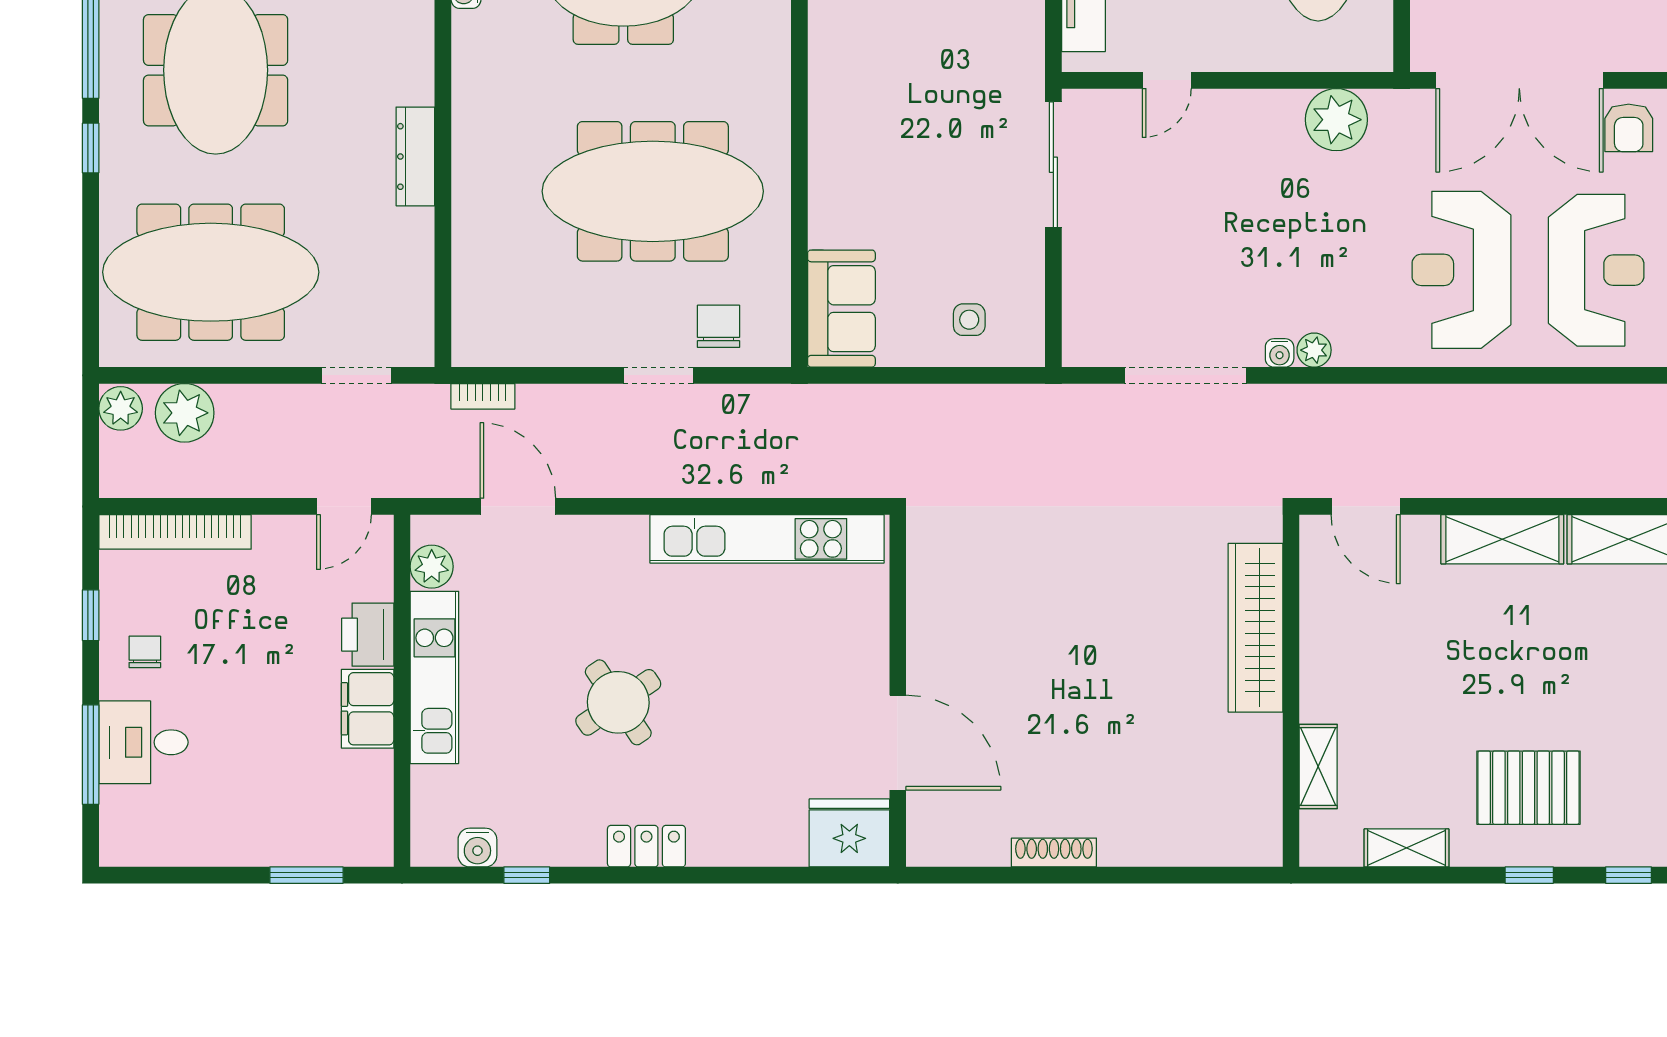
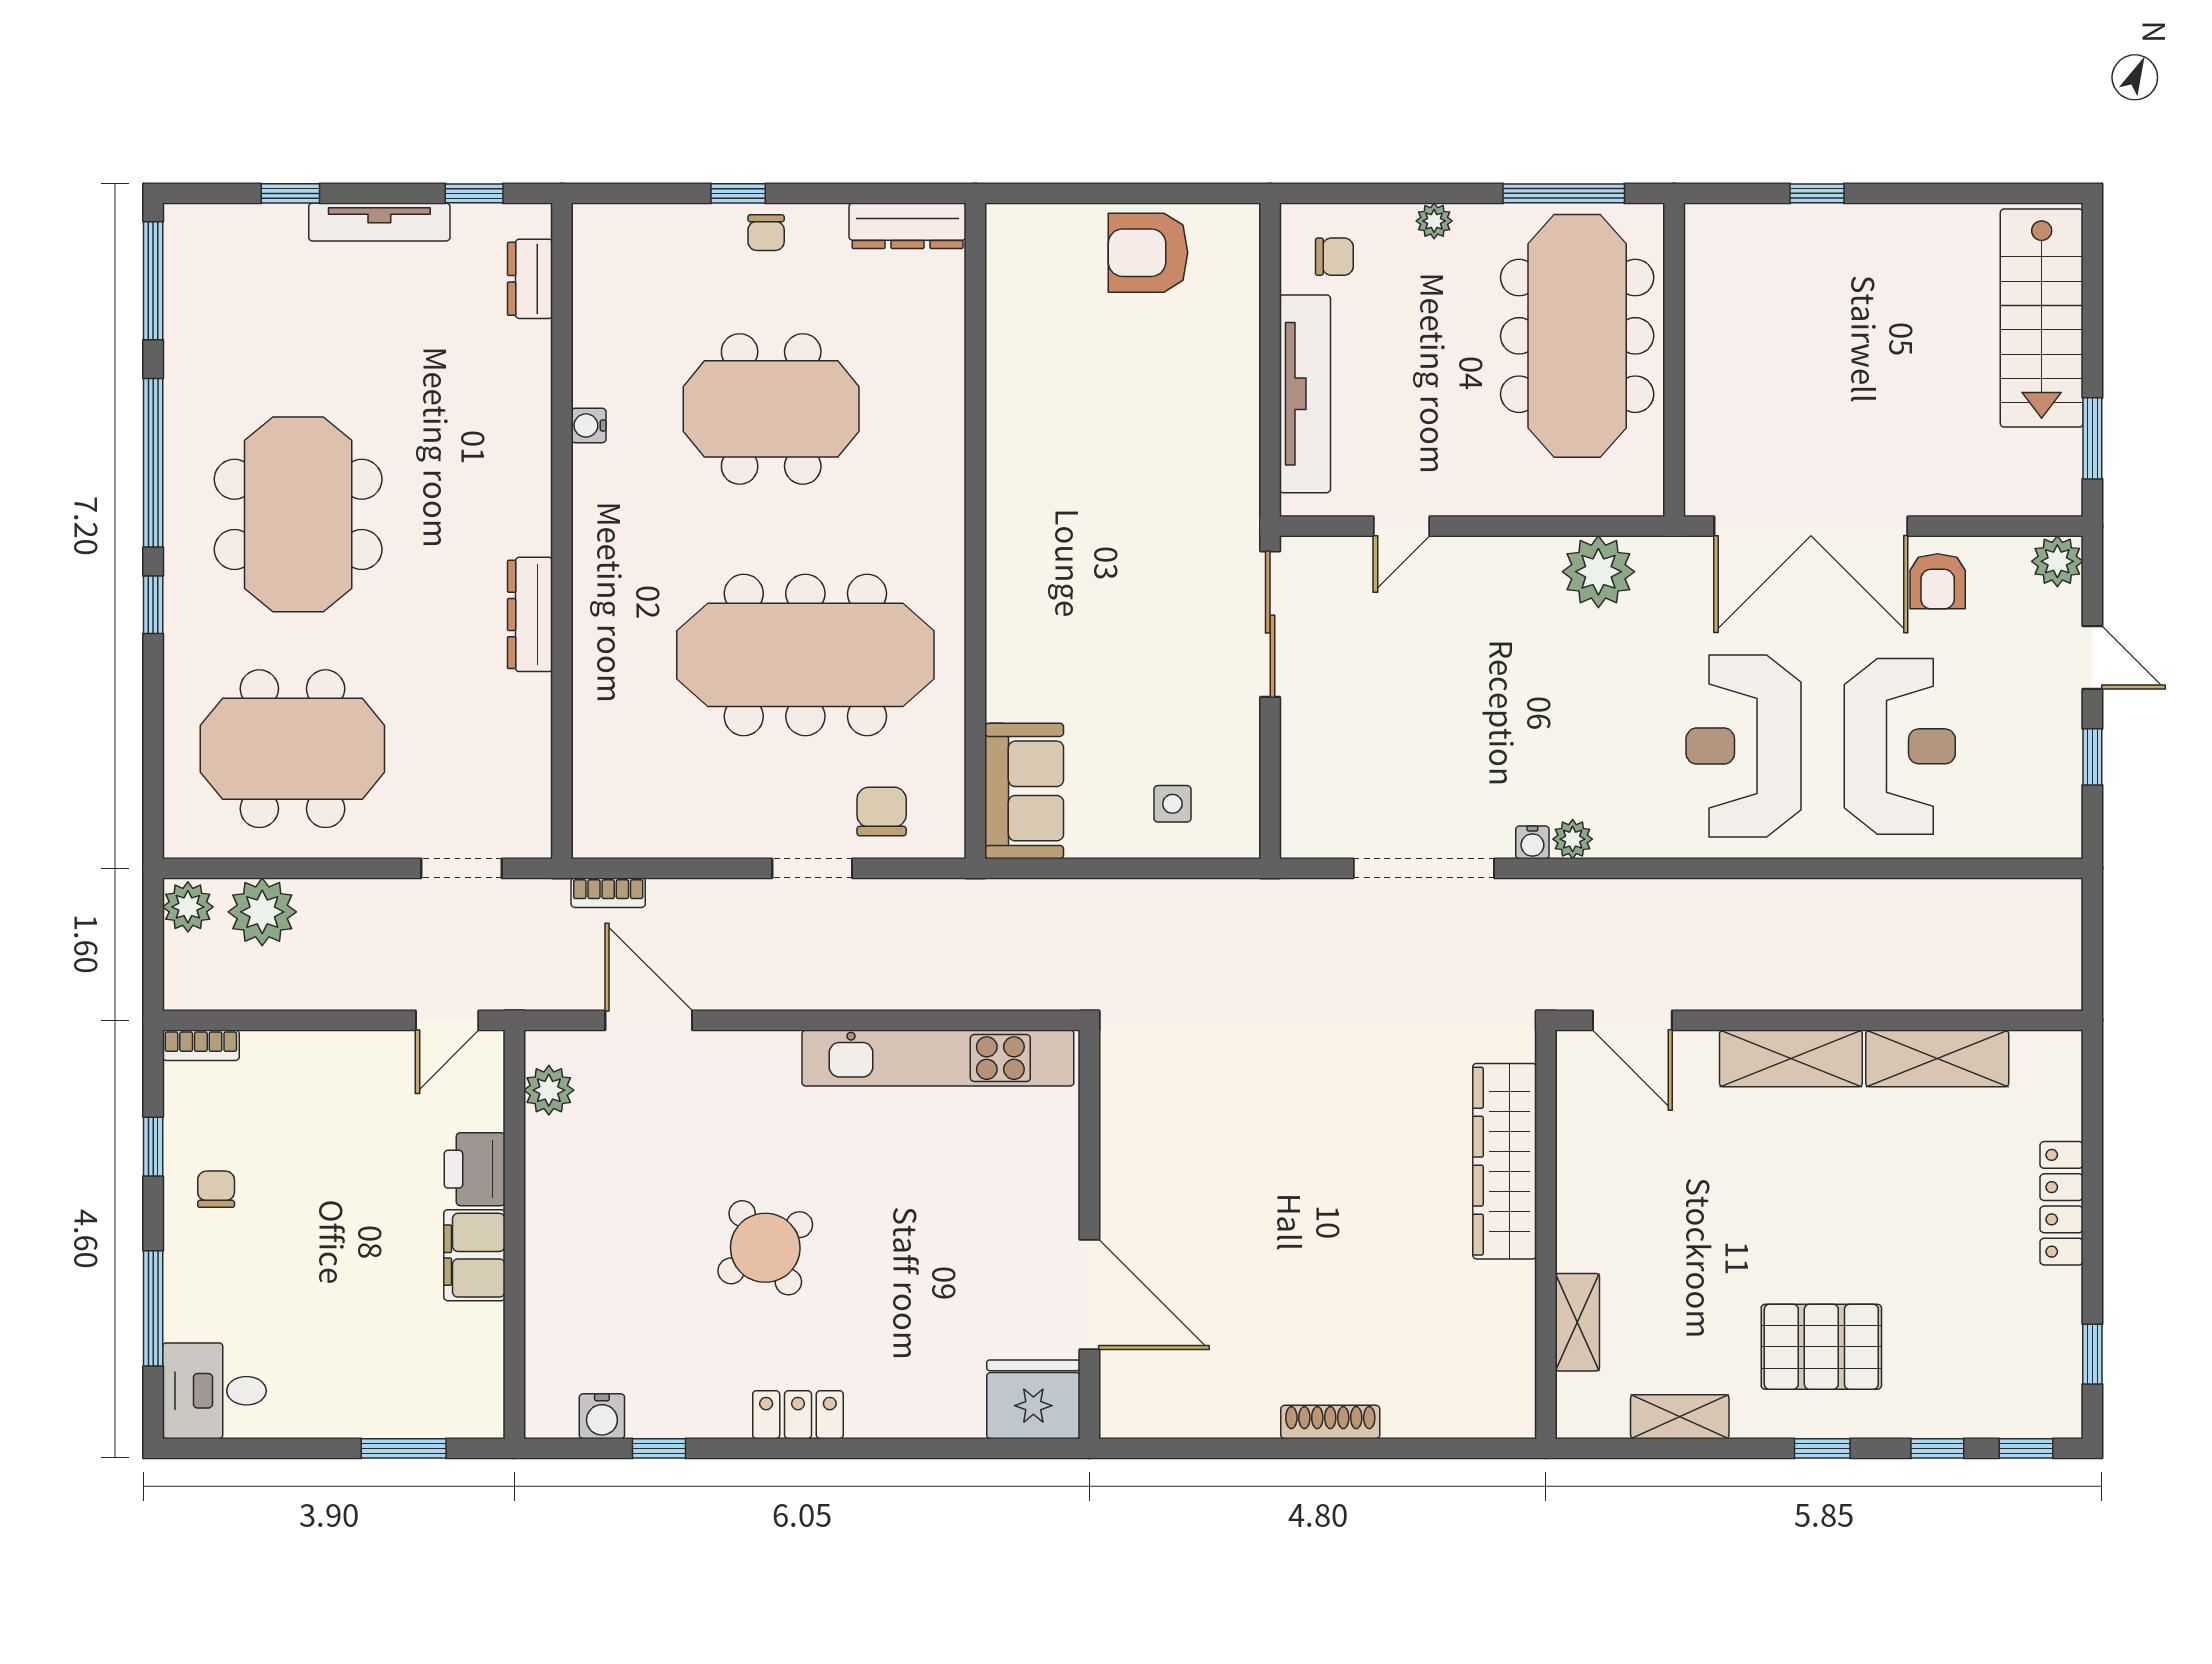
meeting table: (211, 272) -> (292, 749), width x0.73
bookcase: (175, 532) -> (201, 1045), width x0.43, depth x0.76
kitchen unit: (434, 677) -> (552, 1219), removed
desk: (143, 742) -> (214, 1391), moved
shoe rack: (1054, 853) -> (1330, 1422), moved

